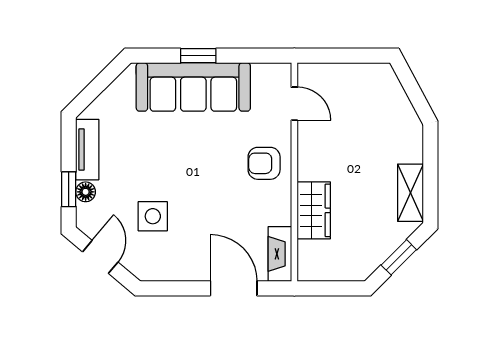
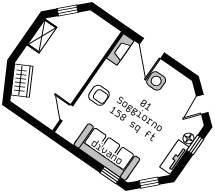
window: (198, 56) -> (110, 175), moved
window: (98, 85) -> (149, 183), added
wardrobe: (314, 210) -> (22, 81), moved, turned 152
side table: (153, 216) -> (156, 81), moved

